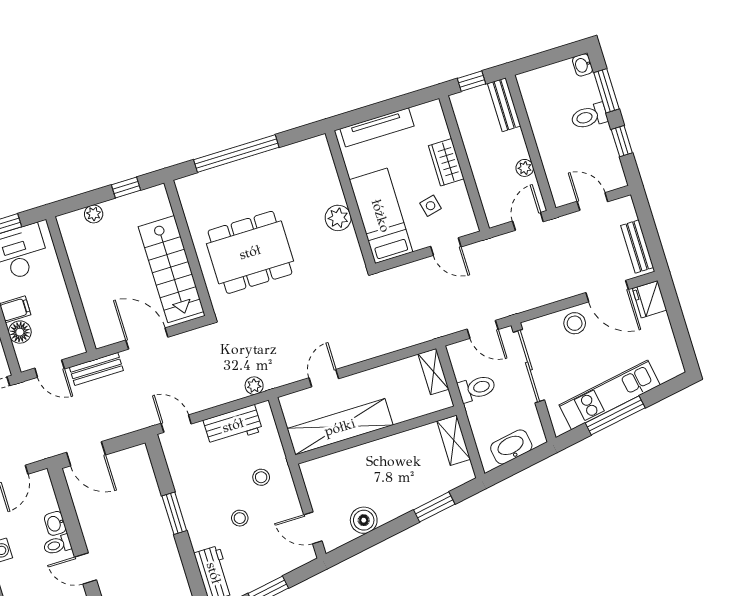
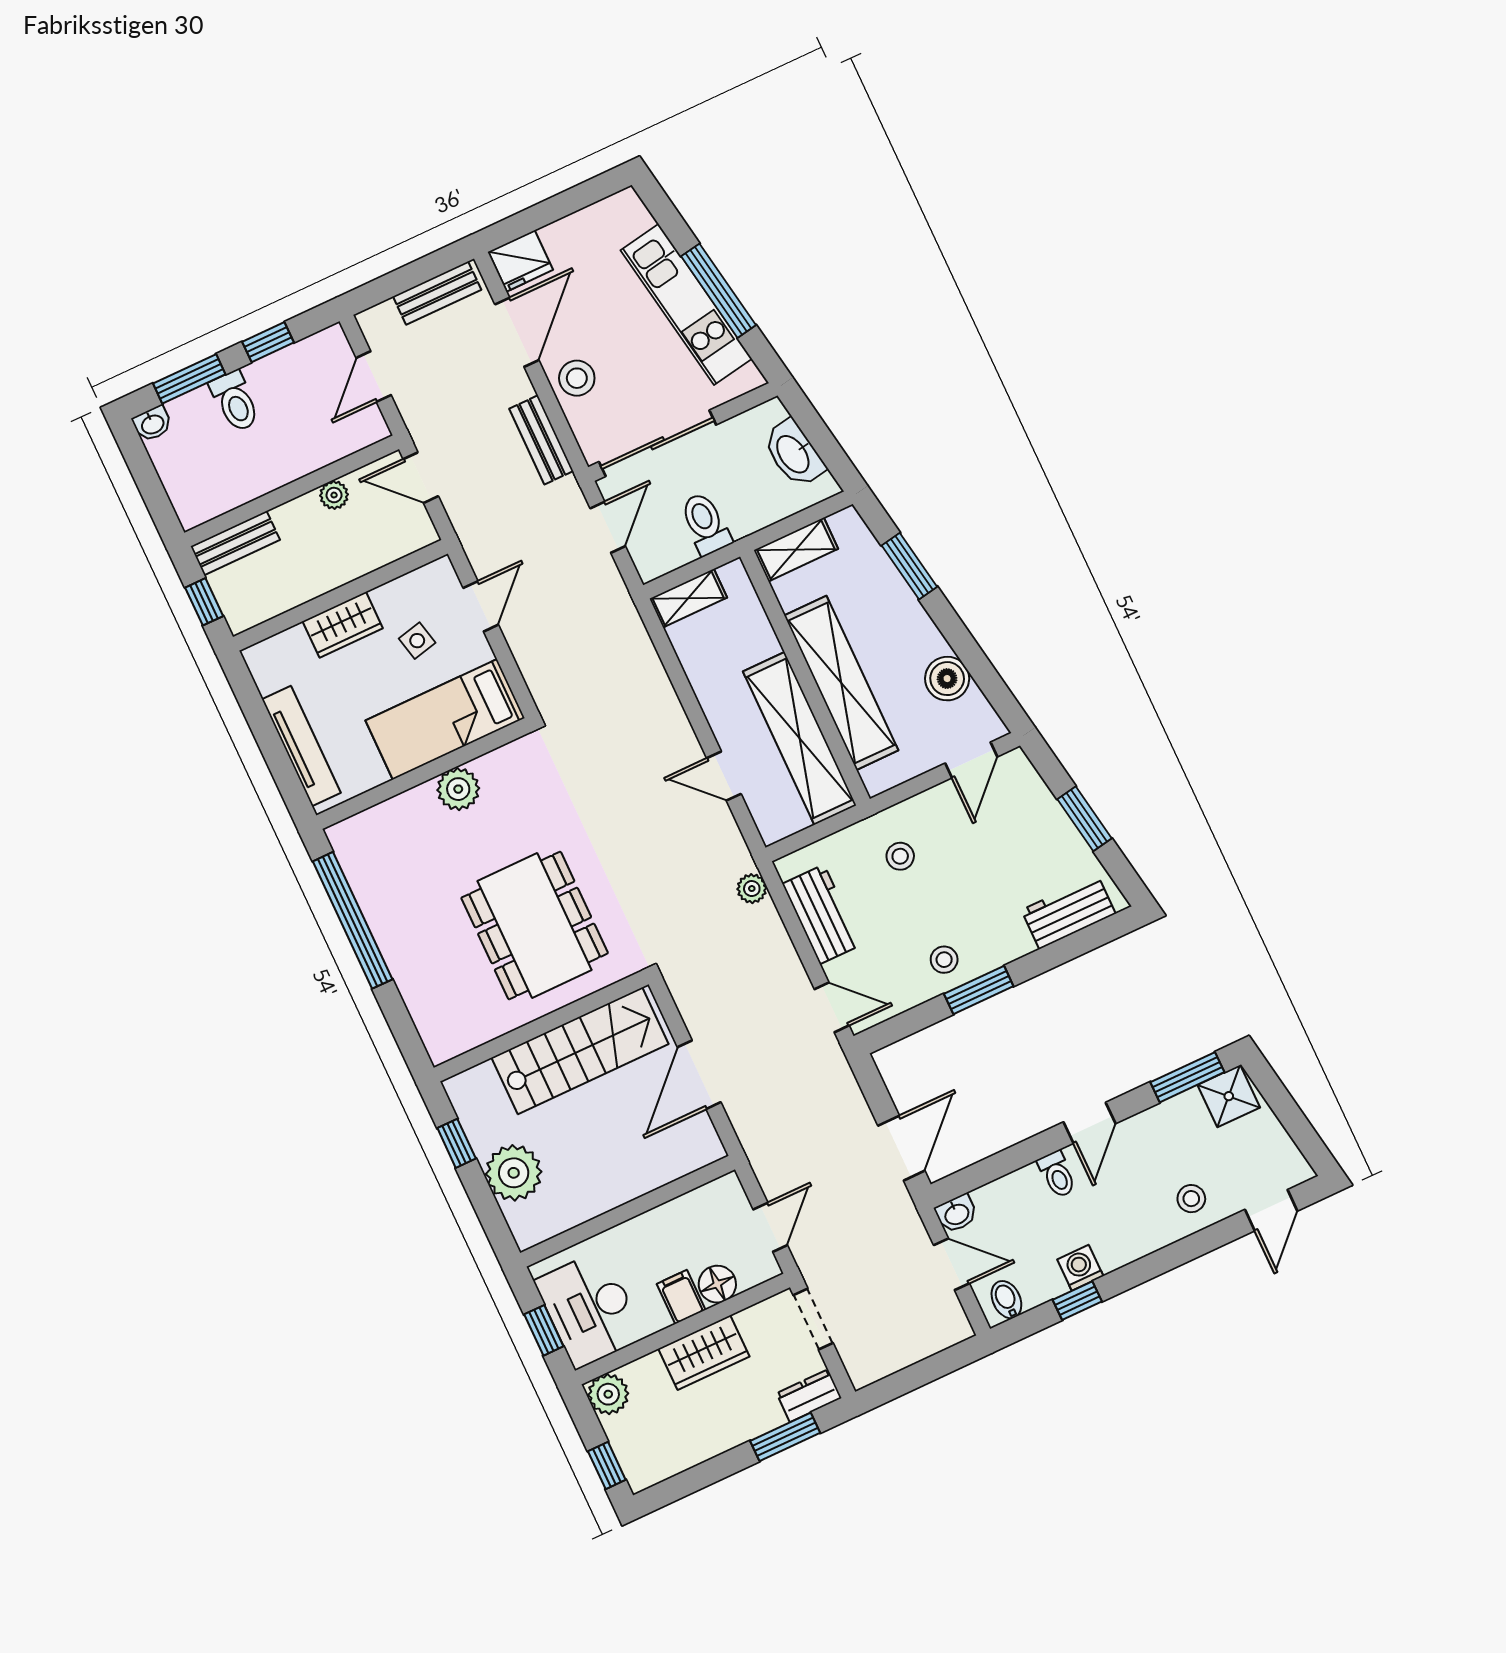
window: (236, 154) -> (353, 920), moved
plant: (94, 214) -> (514, 1173), width x1.87, depth x1.87
bench: (96, 369) -> (541, 440), moved
door: (176, 424) -> (832, 1007), swing flipped
shelving: (370, 456) -> (841, 683), added
stool: (240, 518) -> (944, 960), moved
washbasin: (55, 523) -> (957, 1214), moved

